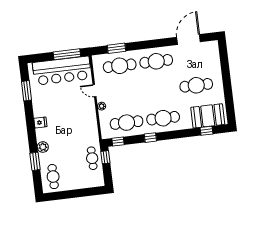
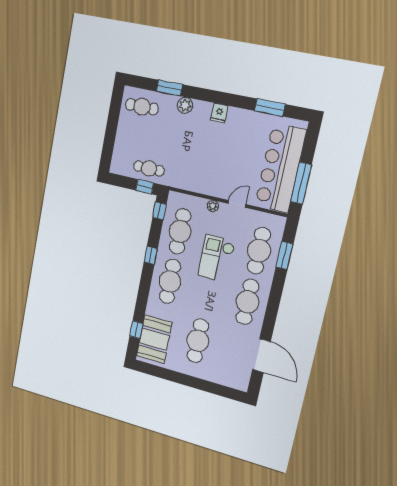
checkout: (135, 92) -> (216, 258), added

